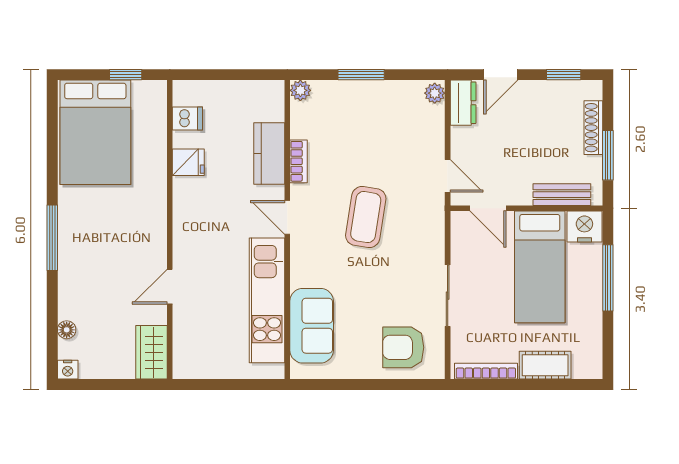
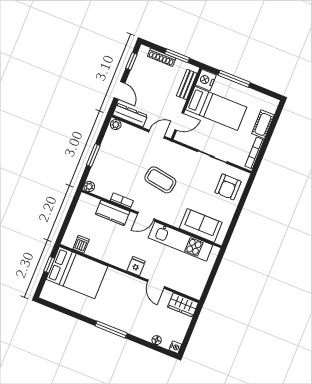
dresser: (463, 103) -> (130, 115), width x1.44
bed: (95, 132) -> (77, 273), moved
fridge: (188, 162) -> (136, 266), moved

